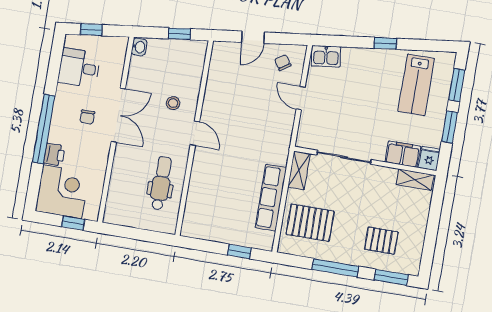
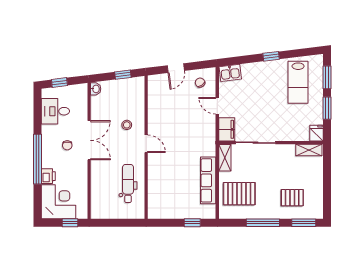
filing cabinet: (403, 154) -> (227, 129), moved, turned 90

